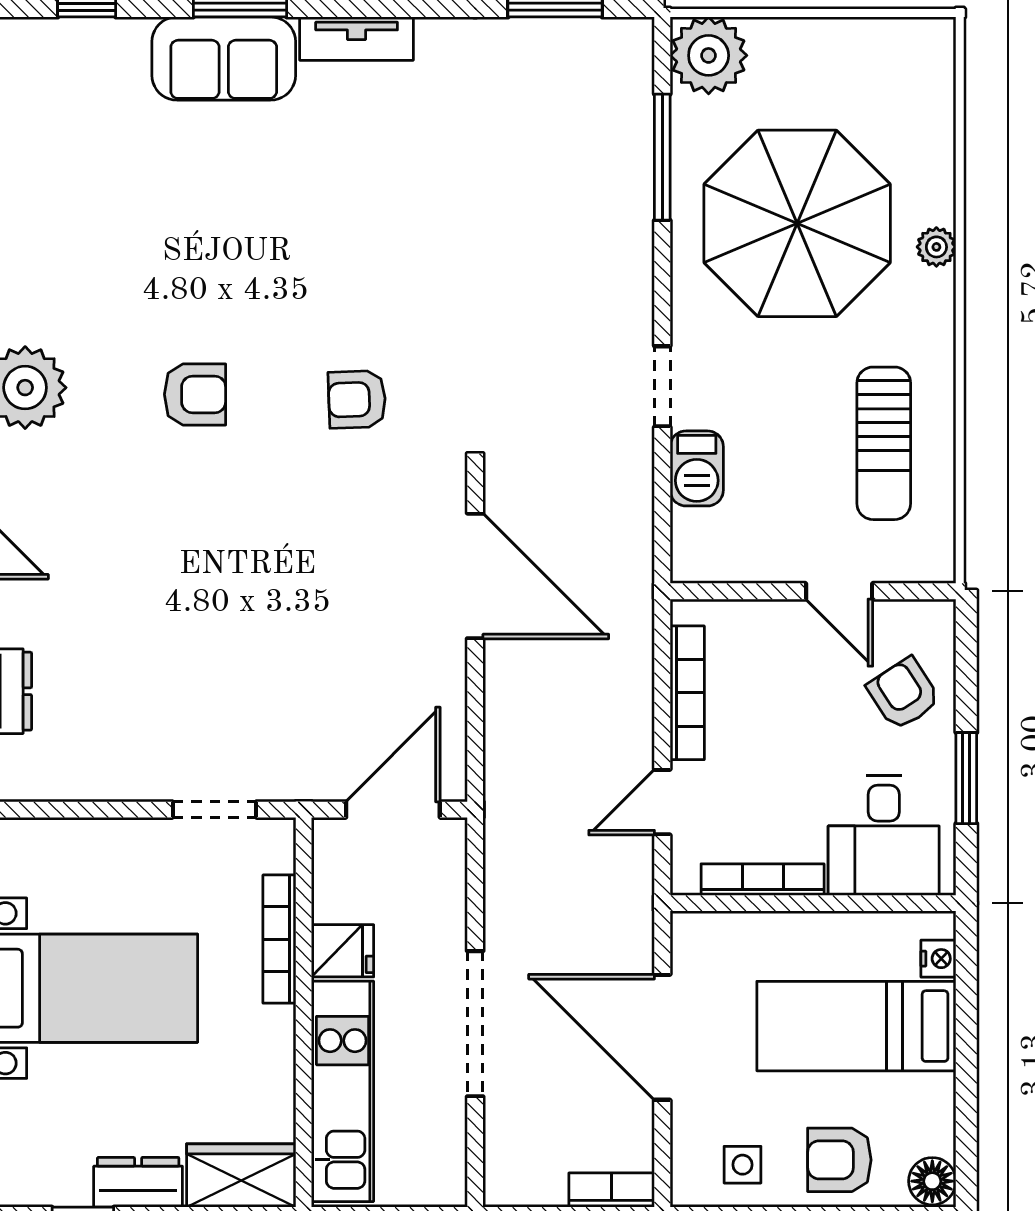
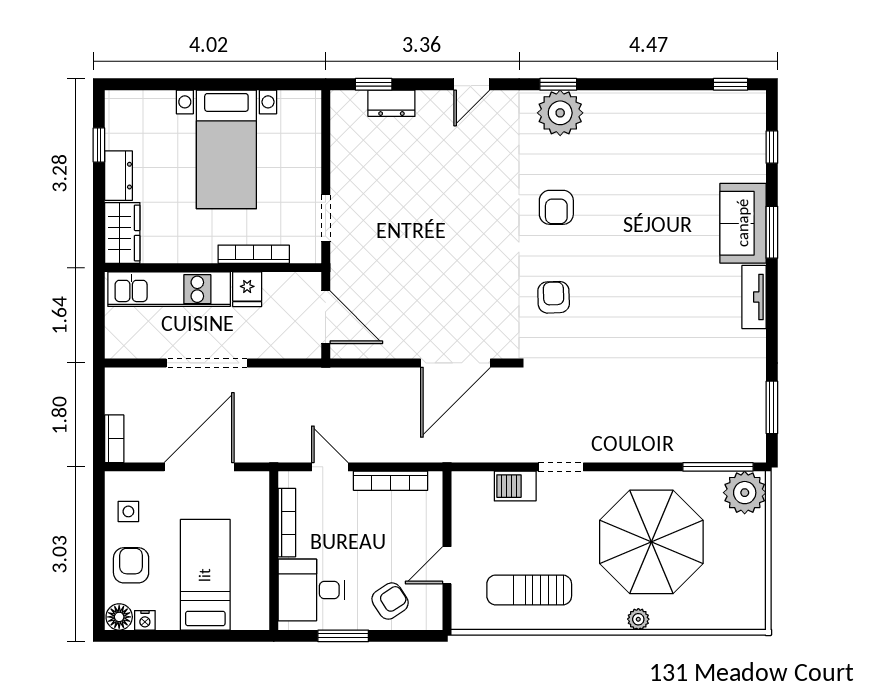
window: (662, 157) -> (718, 467), moved
nightstand: (938, 959) -> (145, 620), moved

